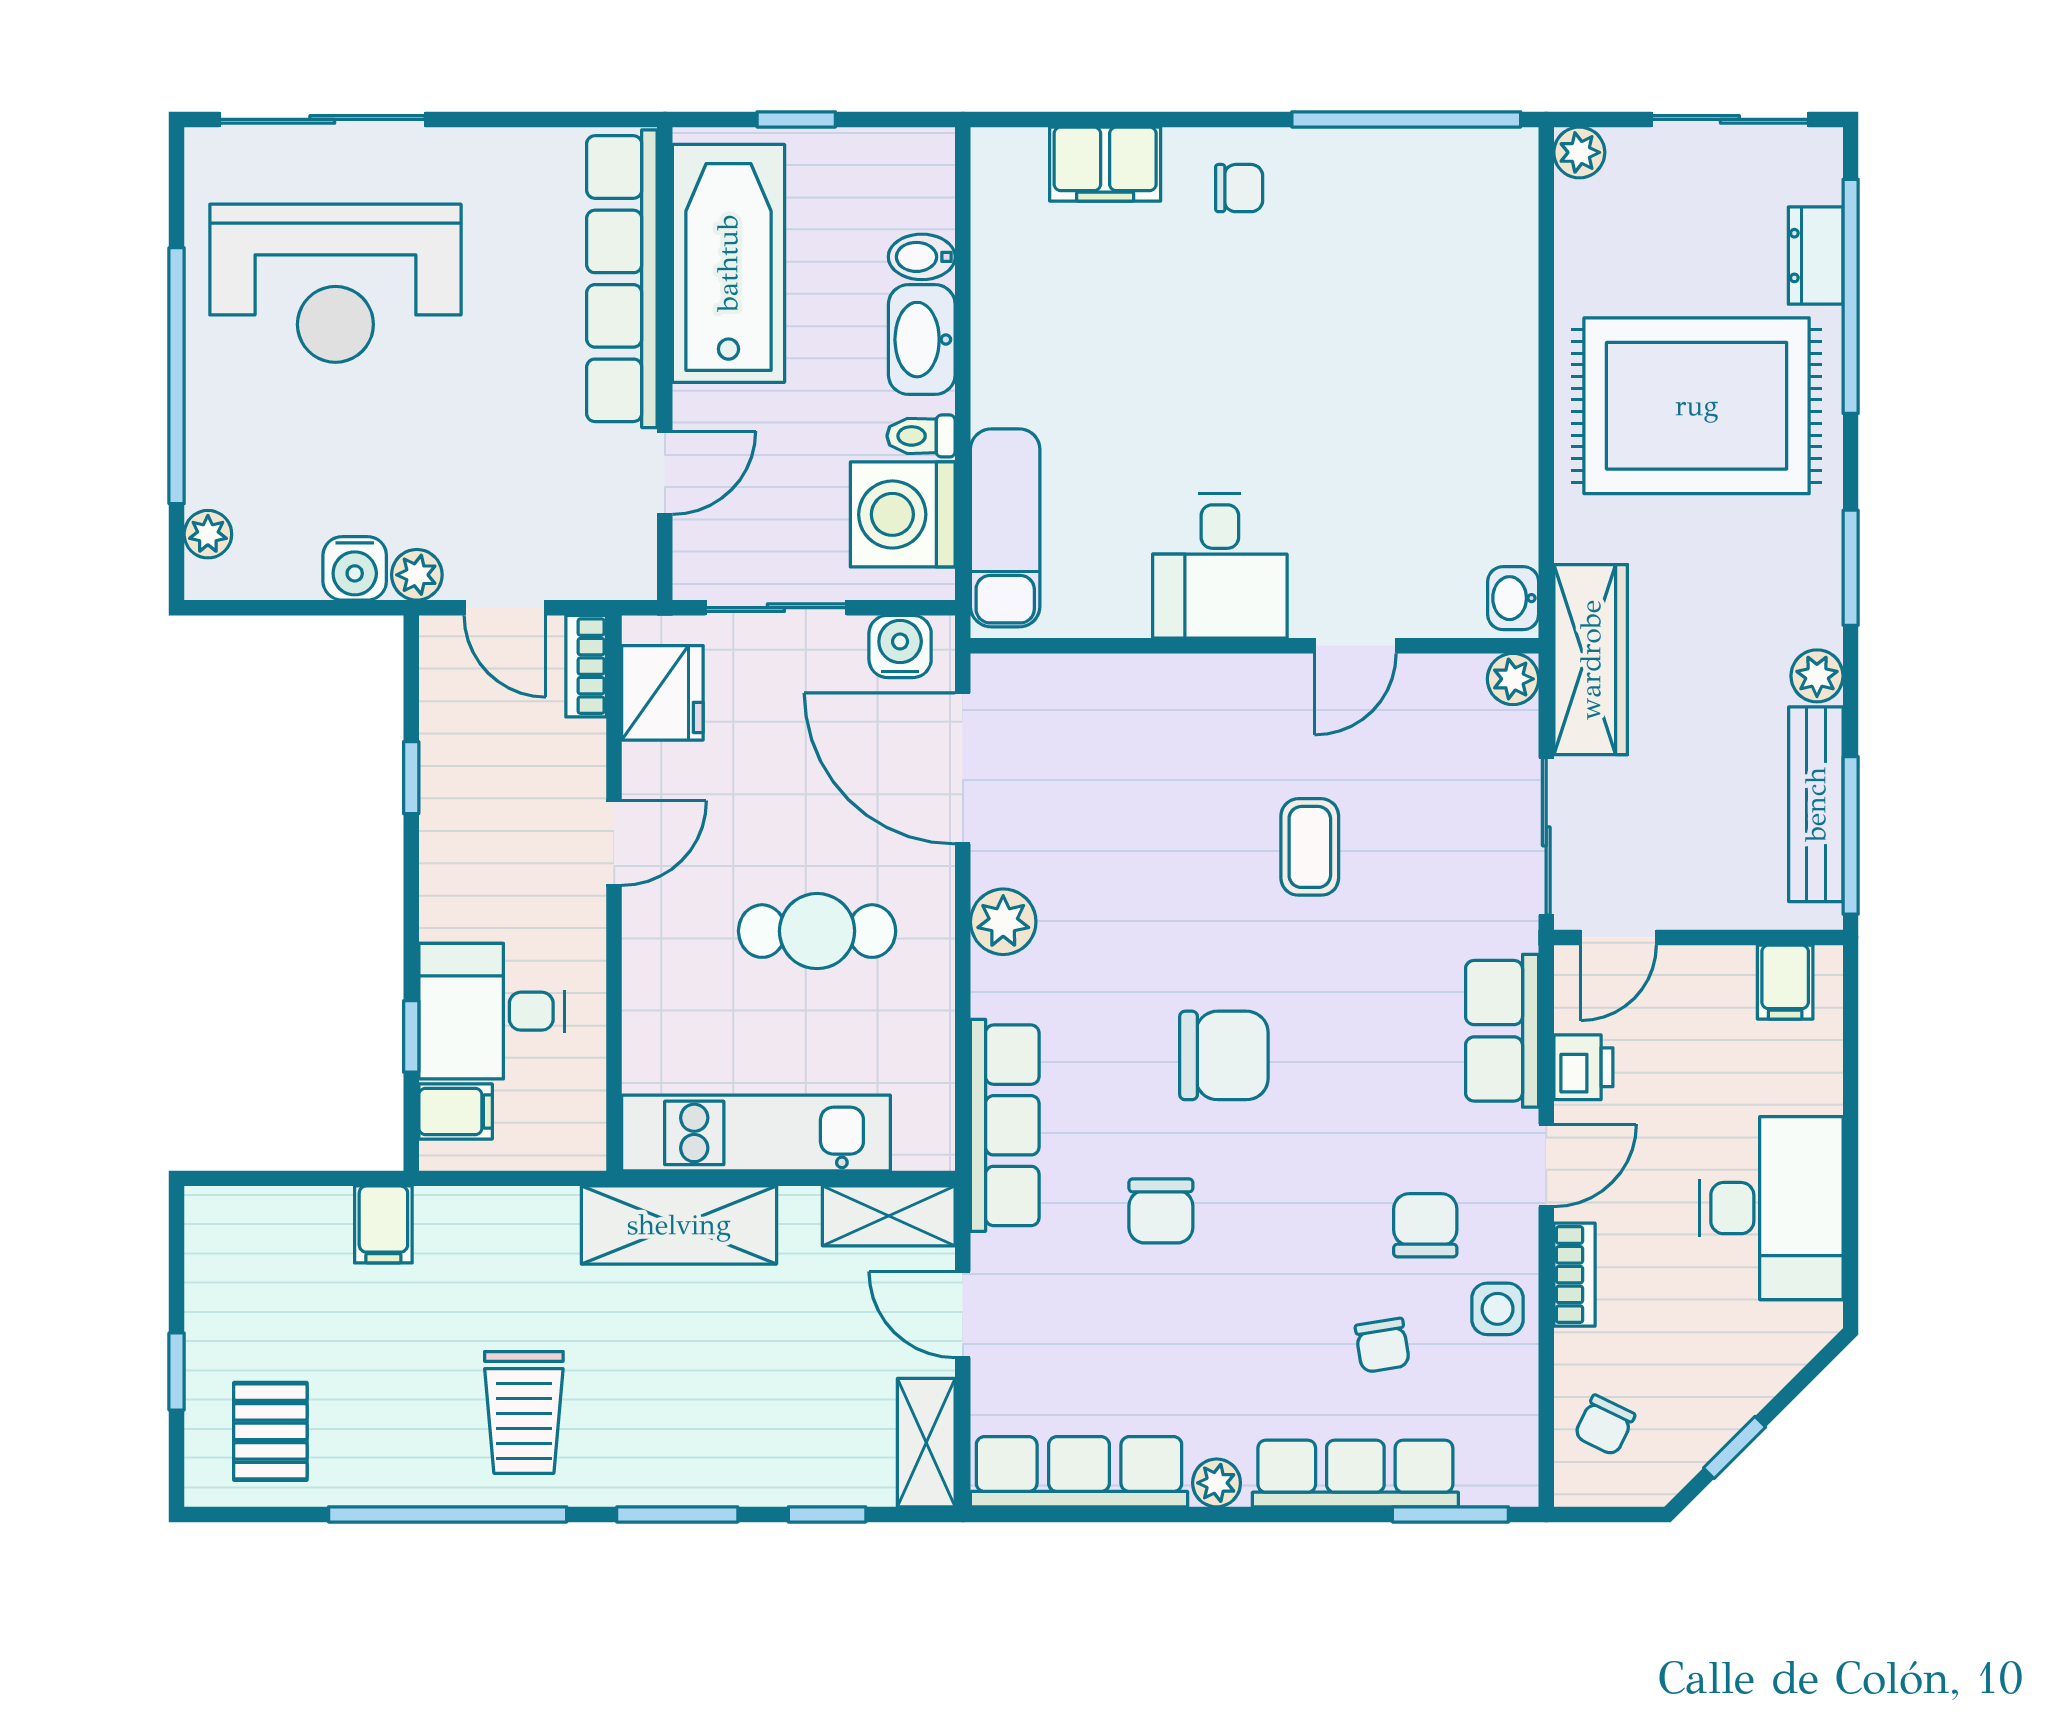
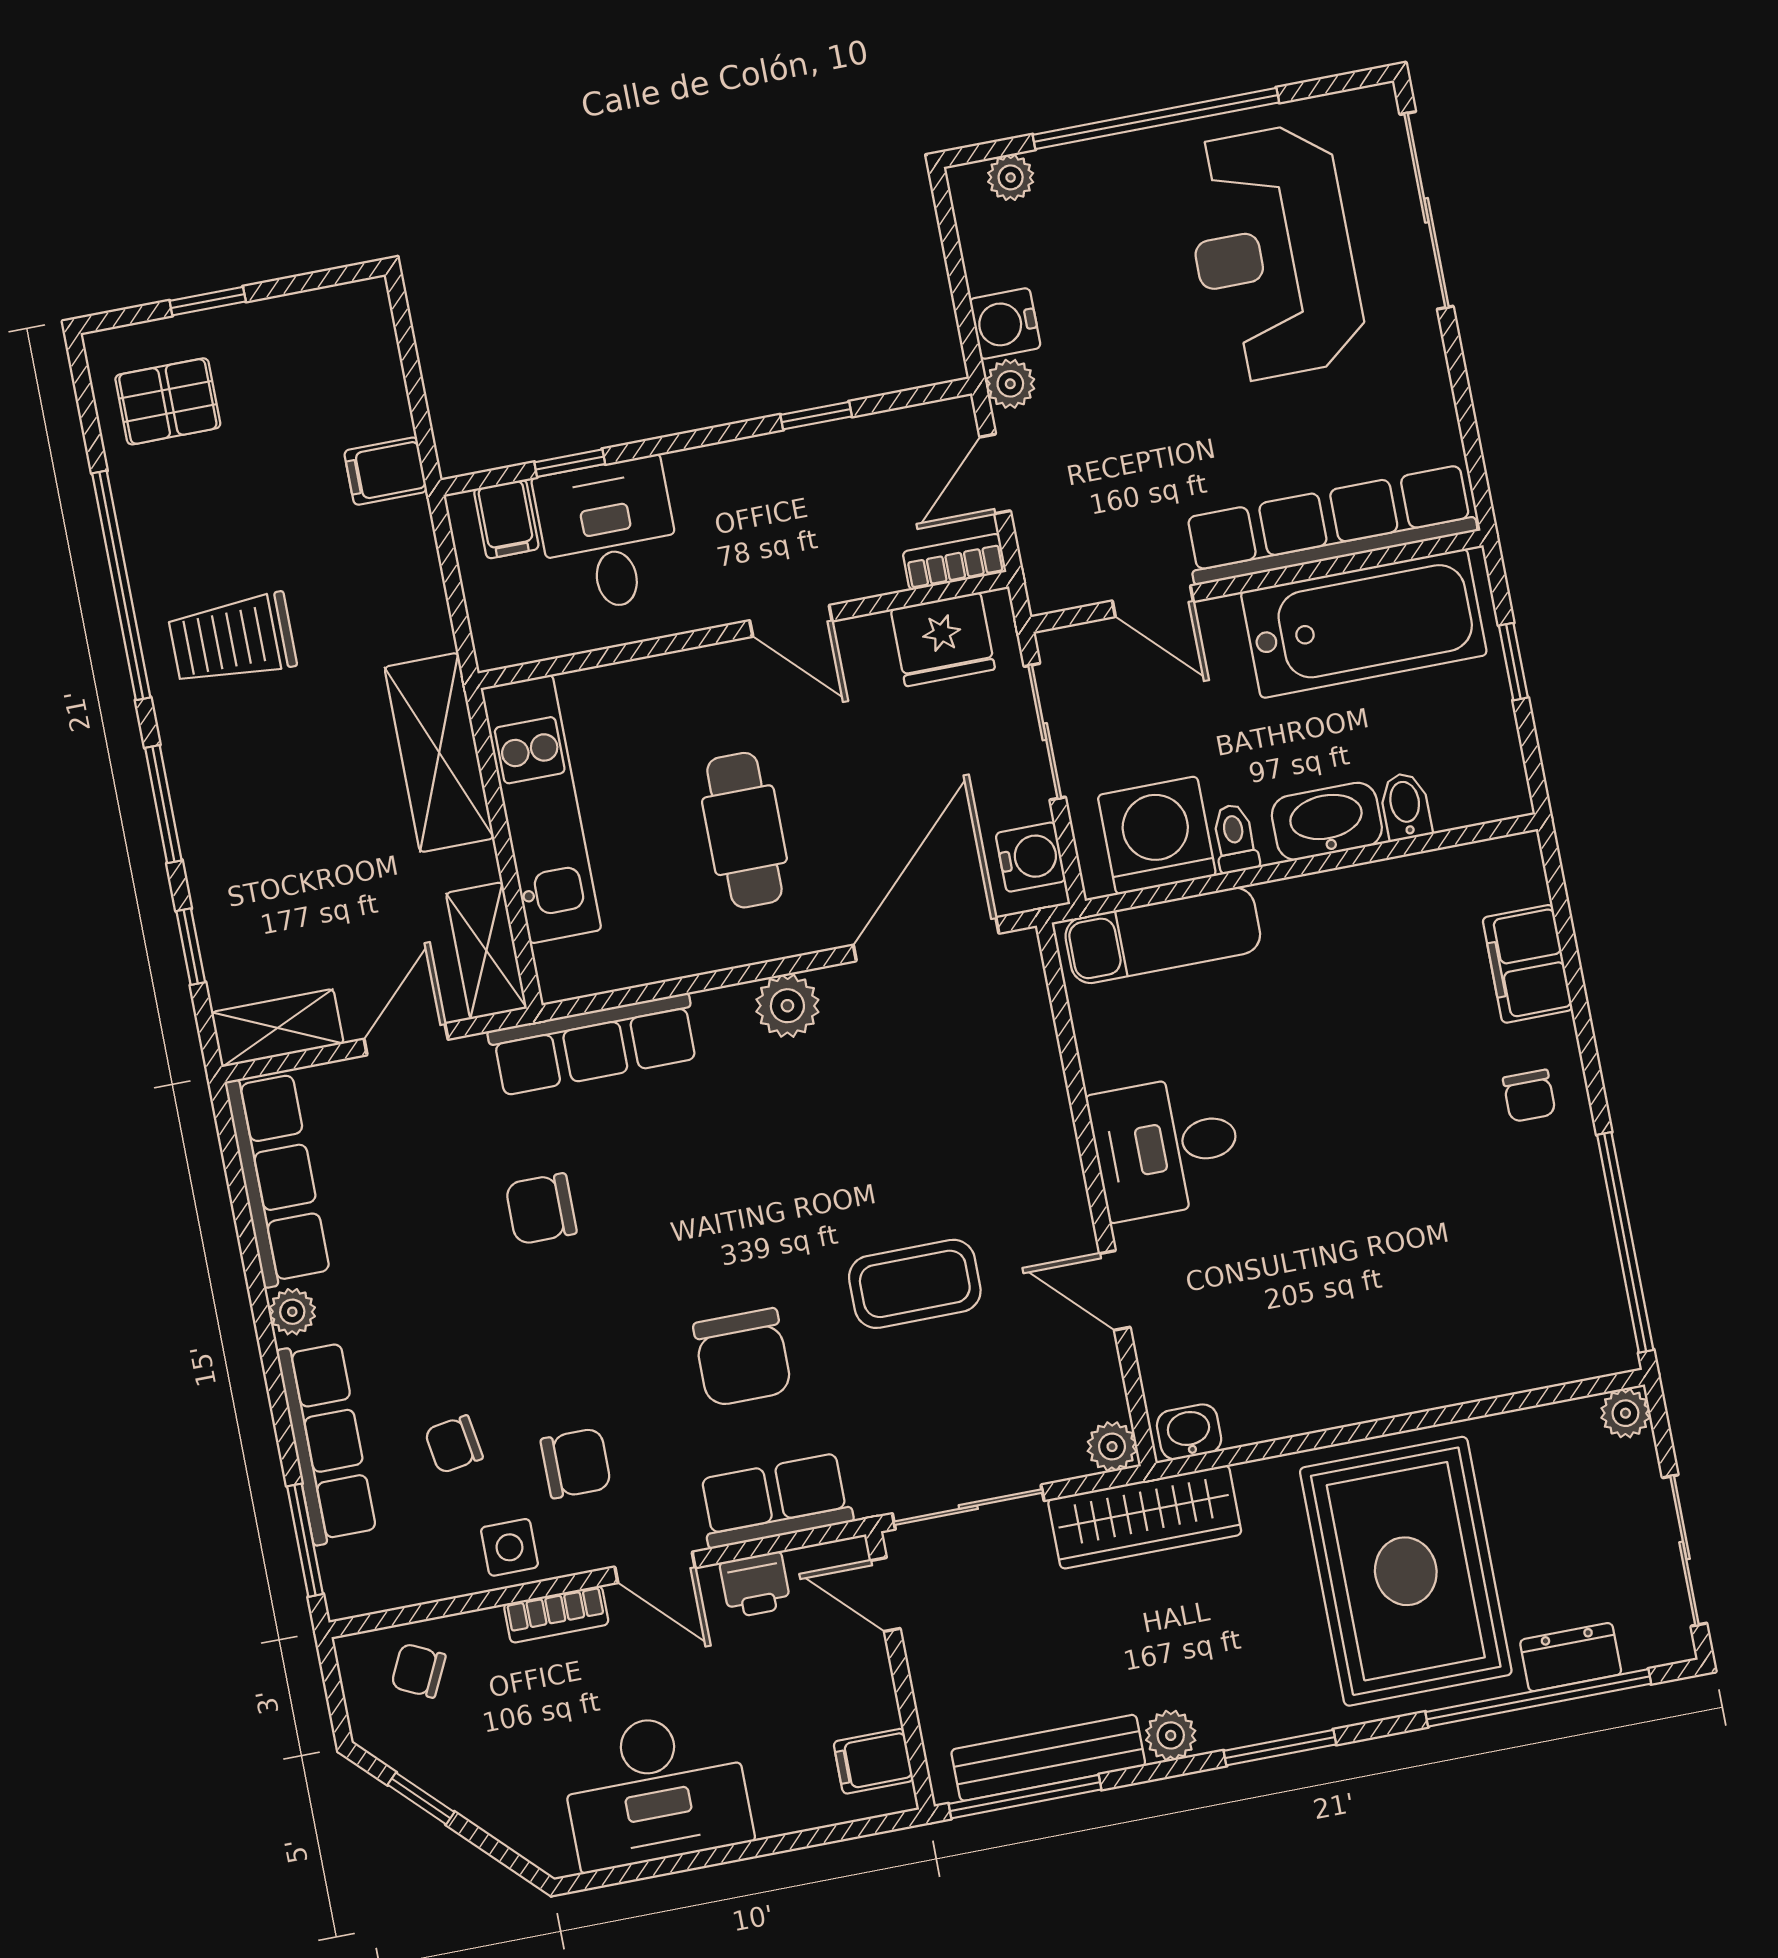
coffee table: (1310, 847) -> (915, 1284), width x1.36, depth x1.30
chair: (1224, 1055) -> (742, 1357), moved

